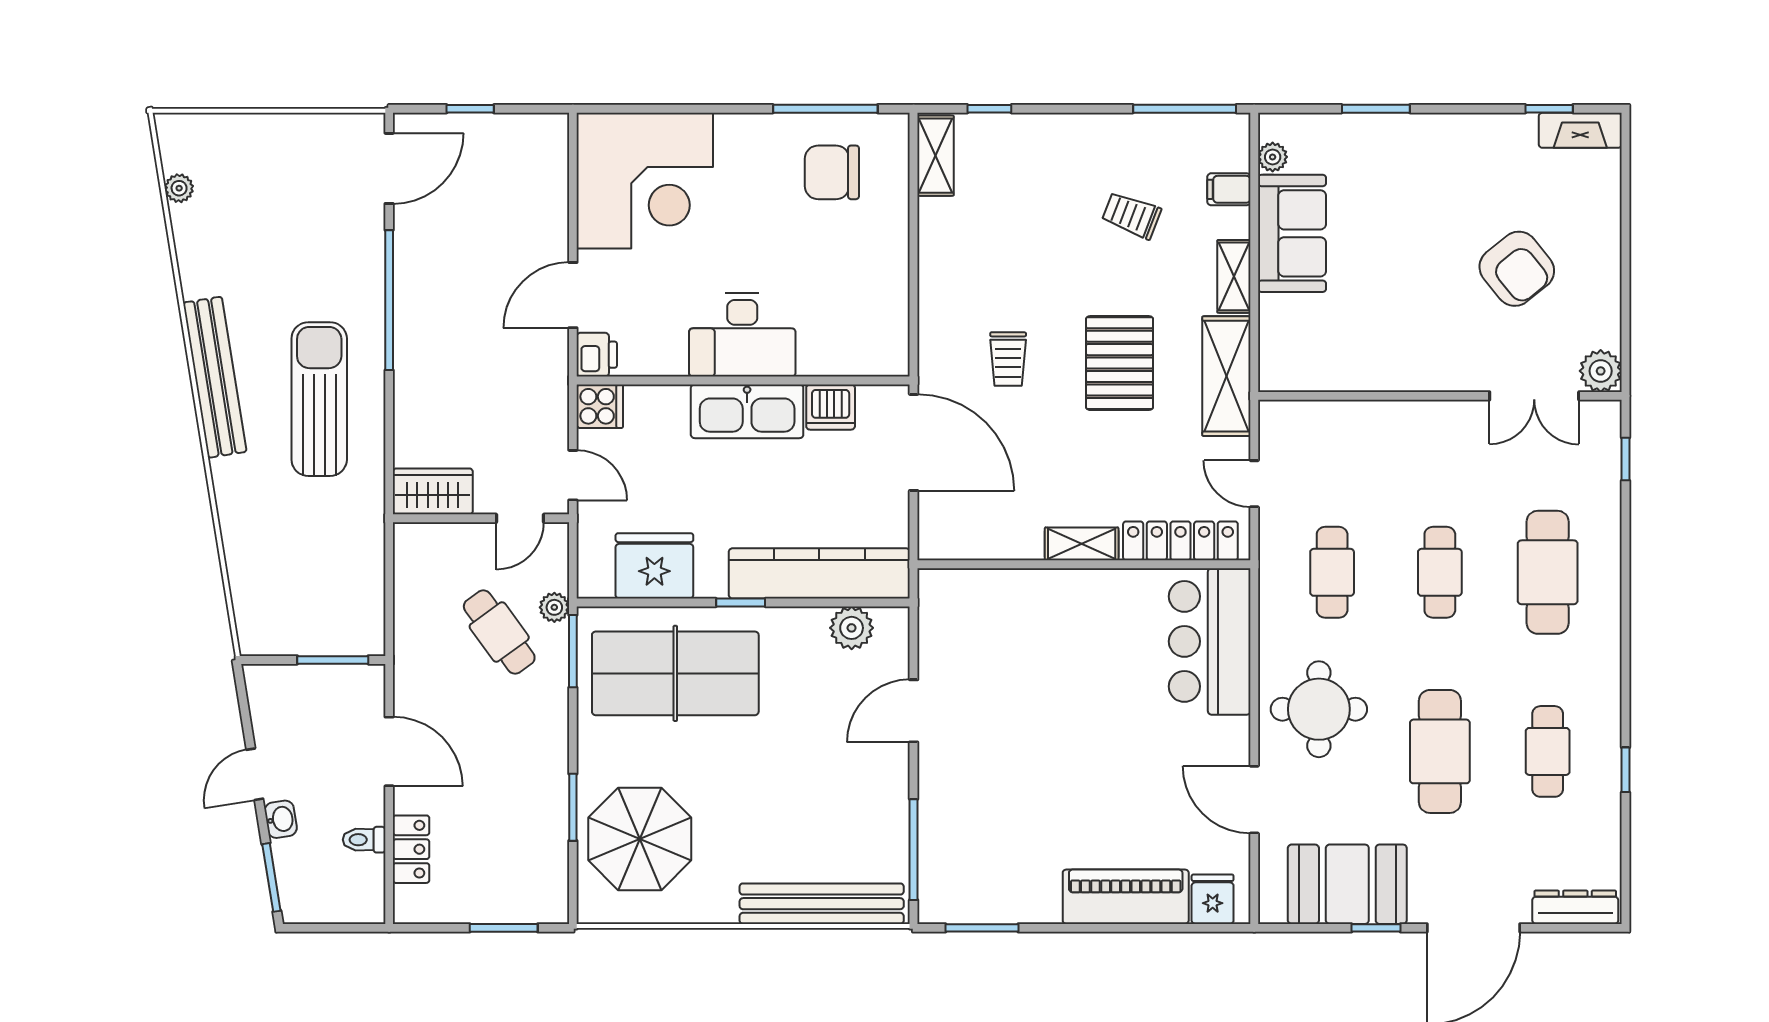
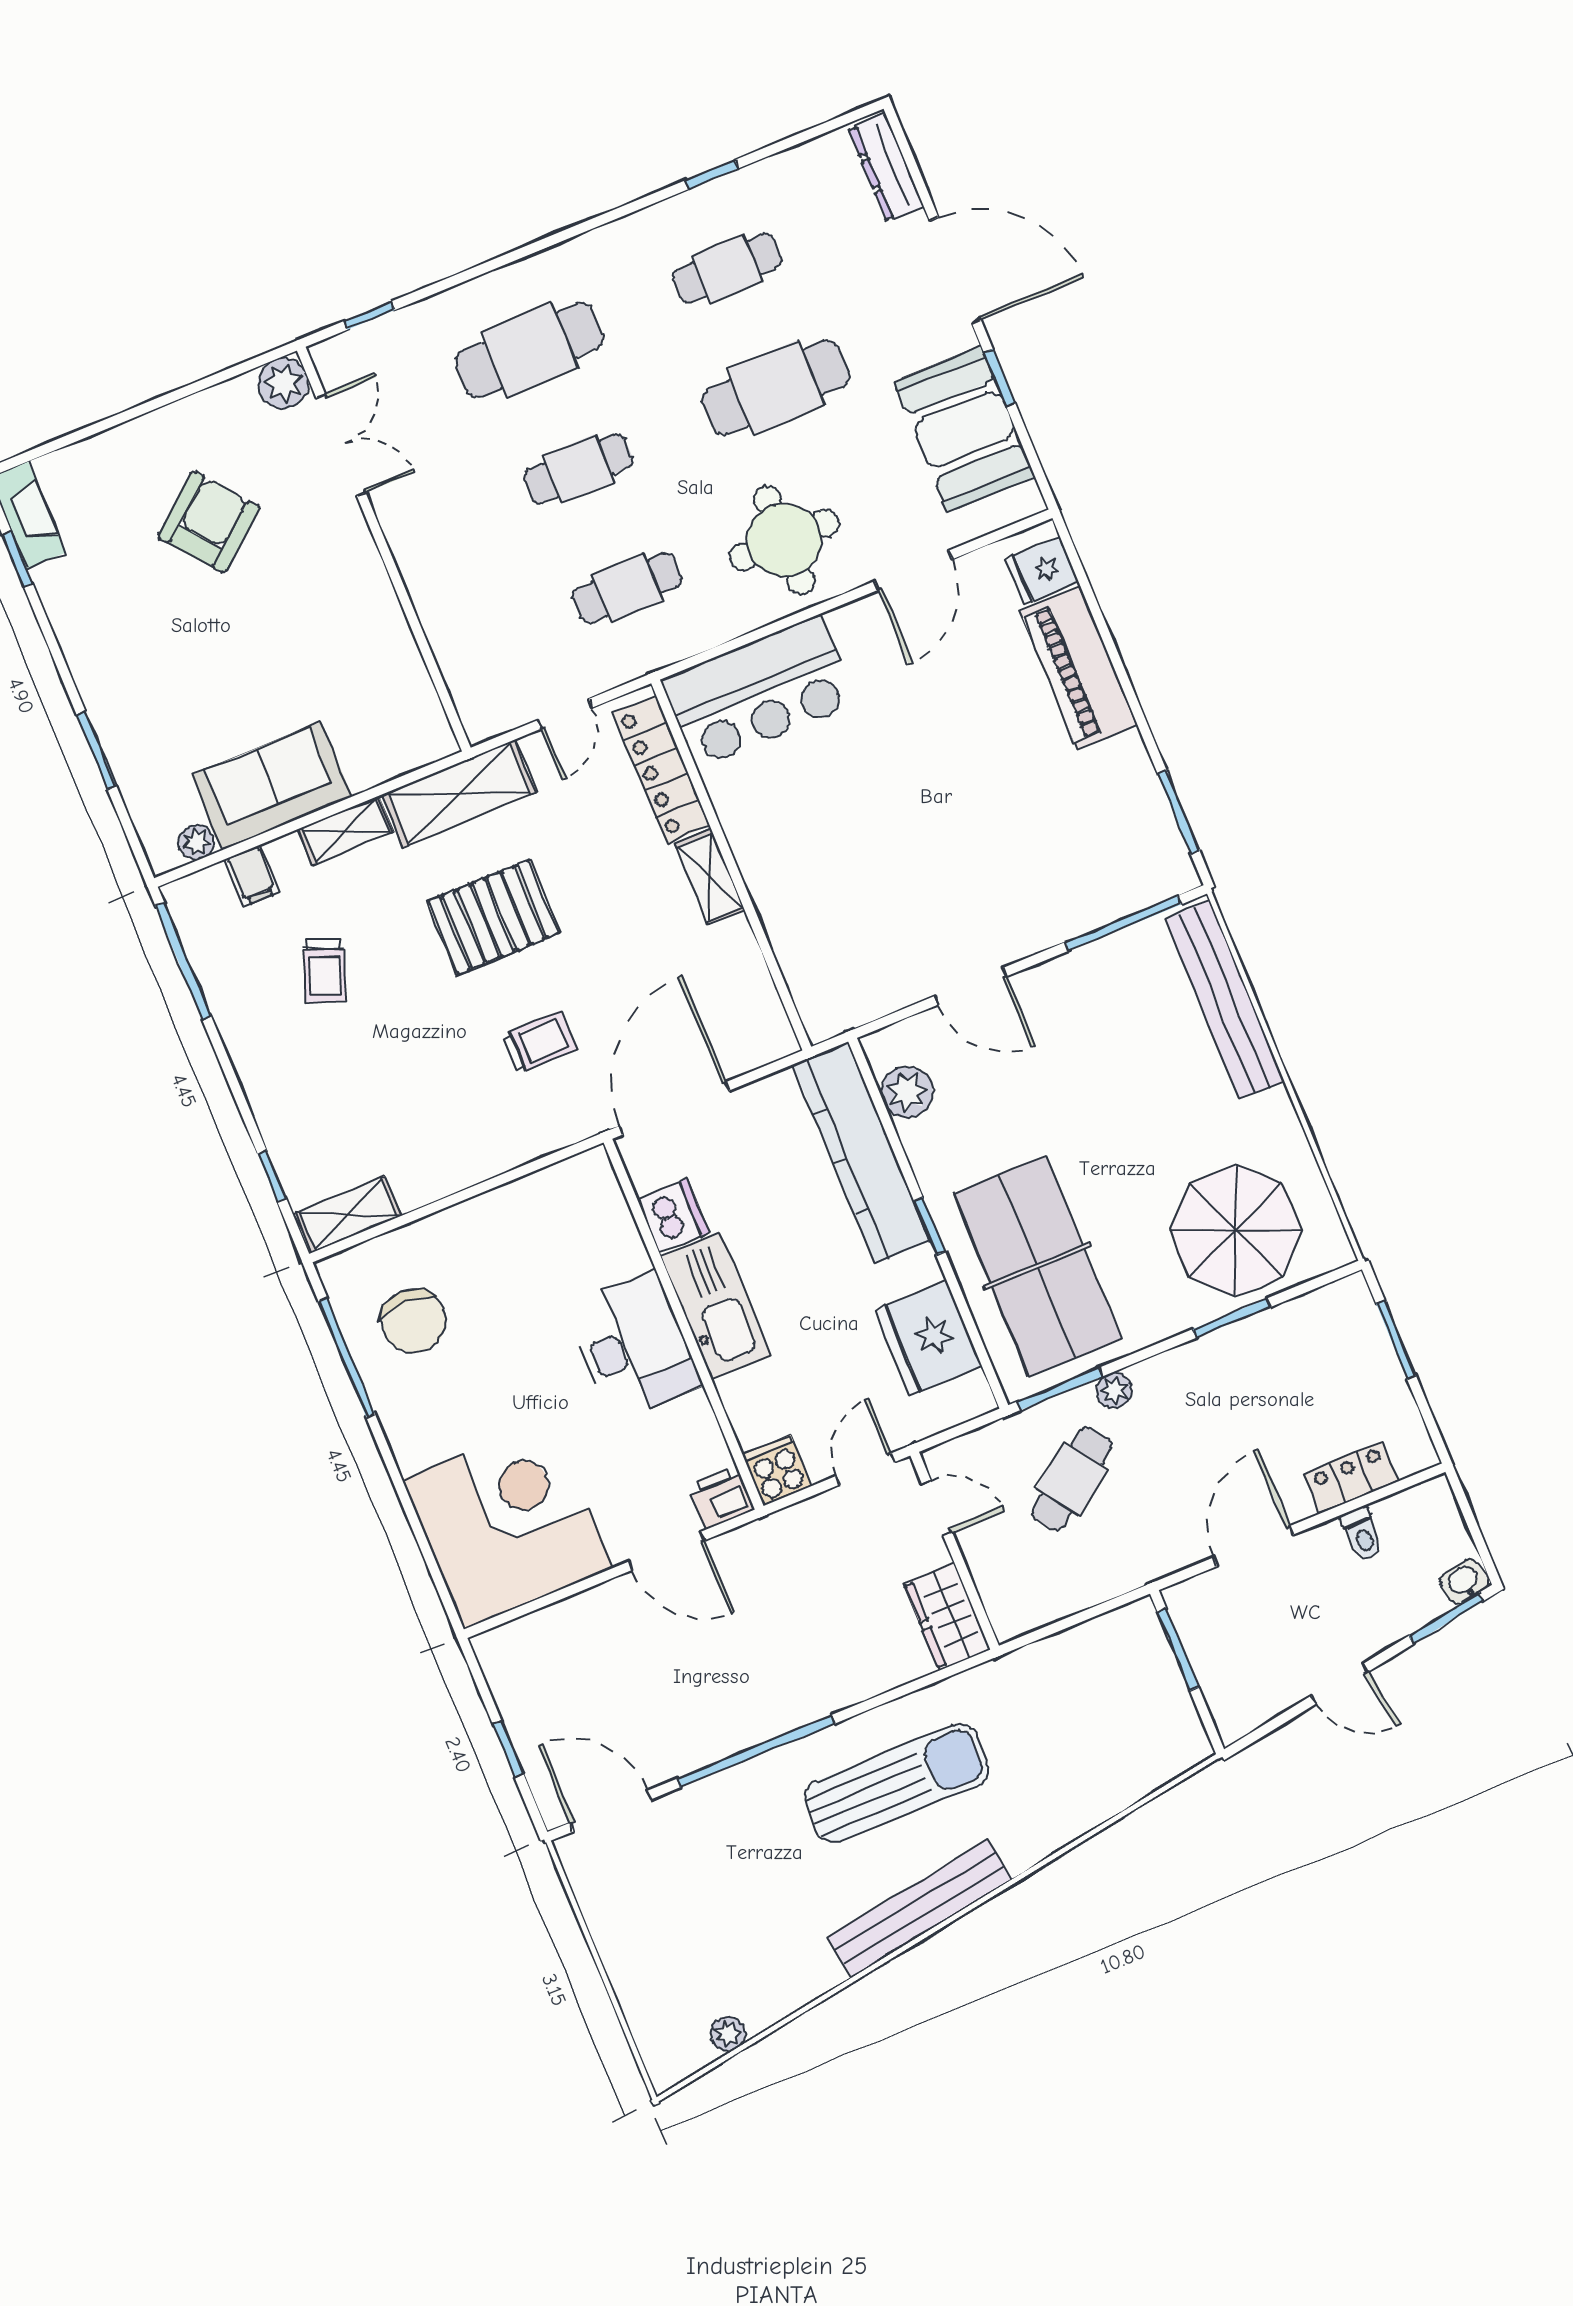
sun lounger: (319, 399) -> (897, 1783), turned 180
plant: (554, 607) -> (1114, 1390), moved
washbasin: (281, 819) -> (1464, 1582), moved

